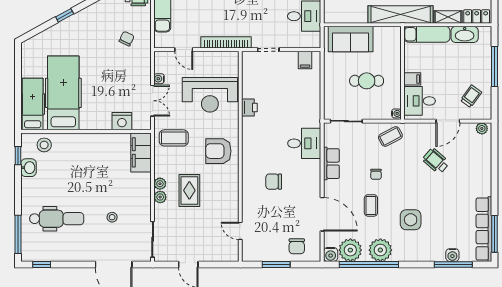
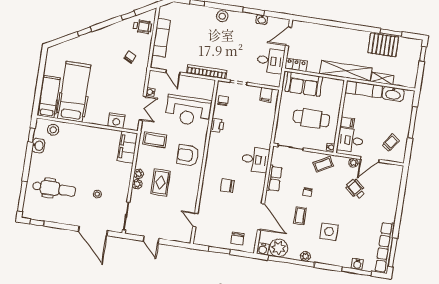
locker: (477, 16) -> (296, 65), moved
chair: (252, 75) -> (223, 101), added
cafe table: (367, 81) -> (311, 118), width x1.37, depth x1.35
plant: (482, 128) -> (353, 163), moved
plant: (380, 250) -> (305, 256), width x0.53, depth x0.53

